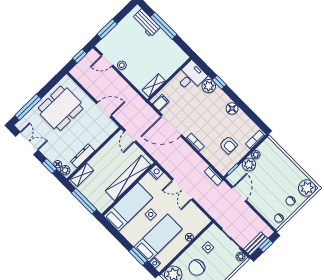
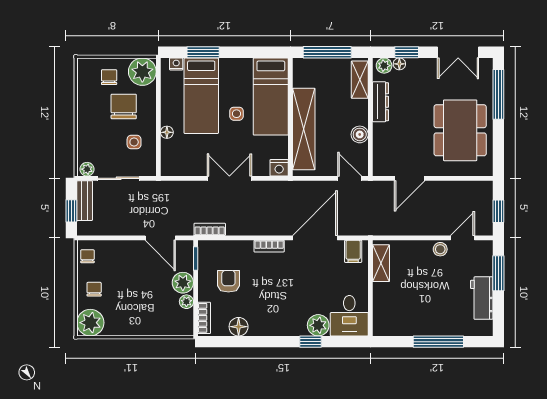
workbench: (146, 23) -> (482, 298), moved, turned -90
floor lamp: (232, 108) -> (239, 327), moved
armchair: (228, 145) -> (228, 281), turned 90
boiler: (106, 151) -> (360, 134), added

